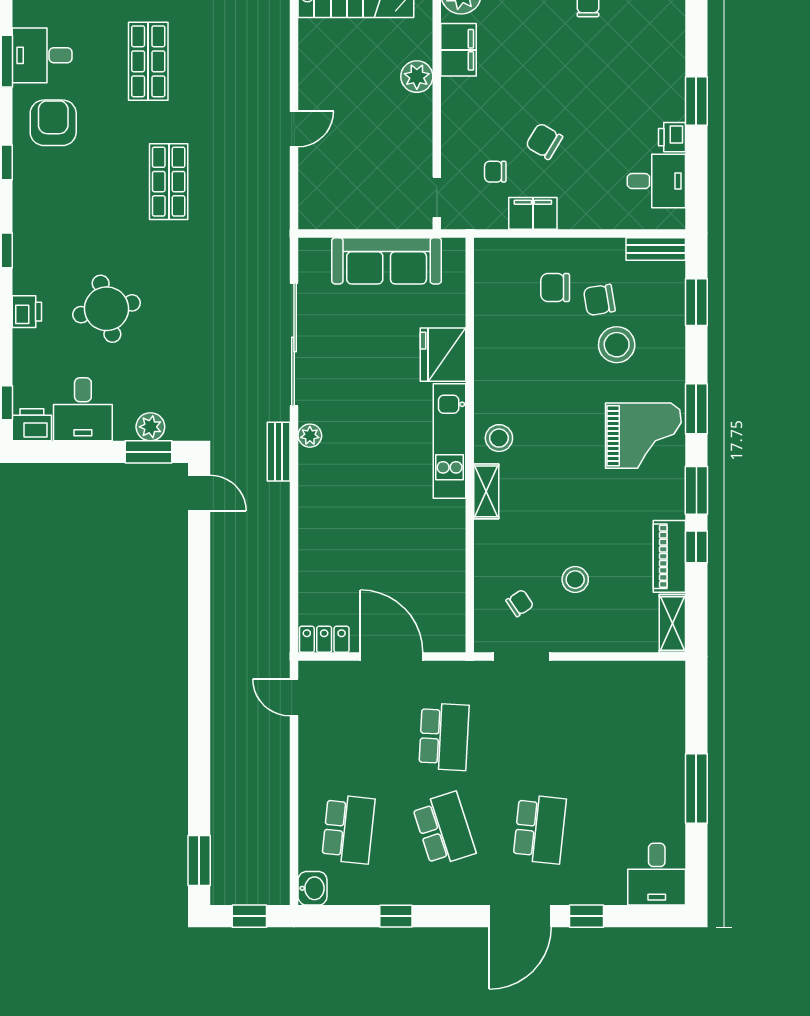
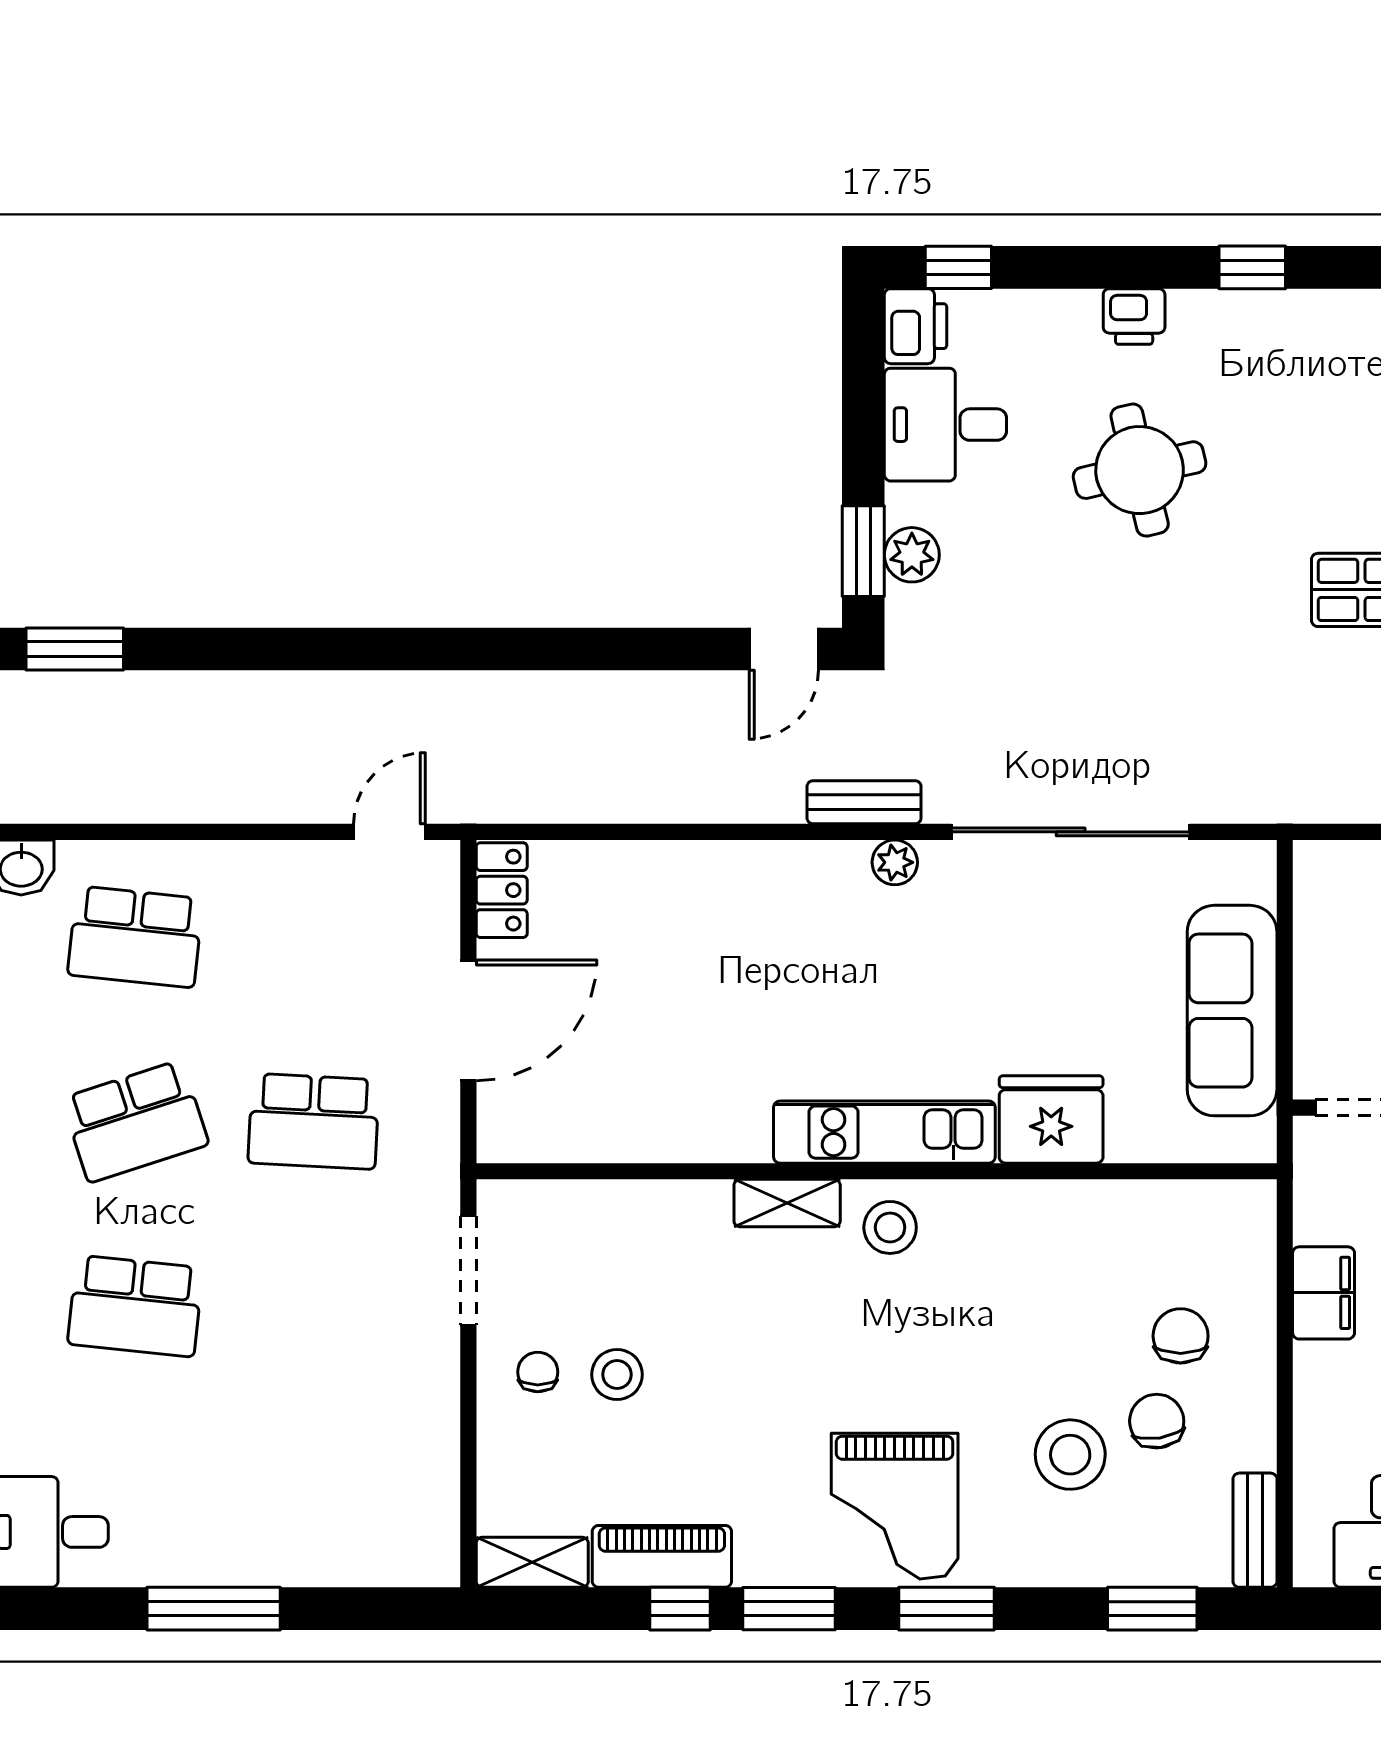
chair: (520, 603) -> (538, 1372), moved, turned -146

